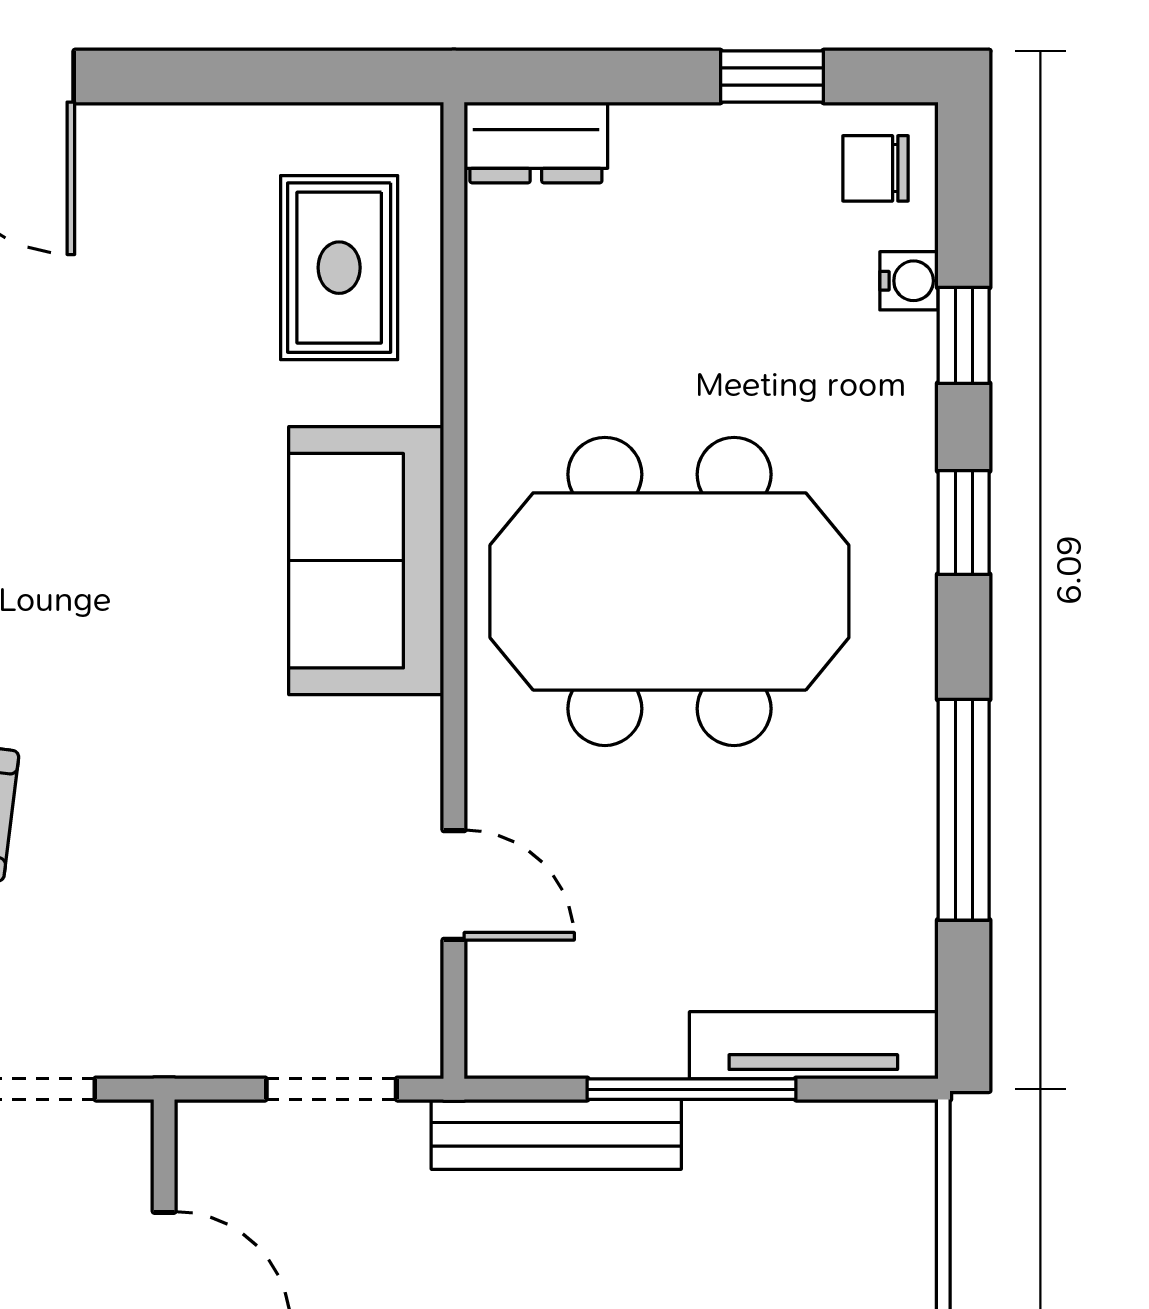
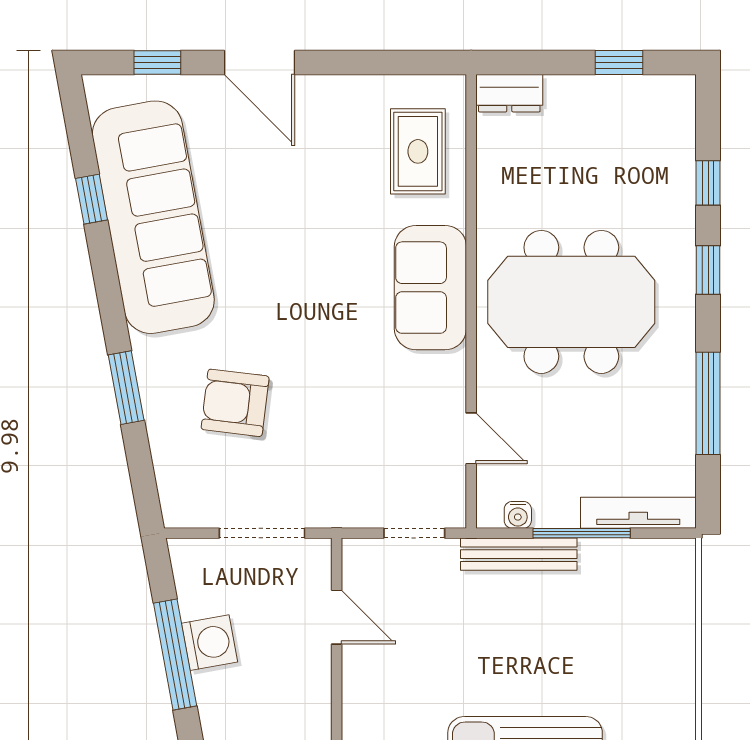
chair: (876, 168) -> (667, 105), removed
water cooler: (909, 281) -> (518, 515), moved, turned 90

